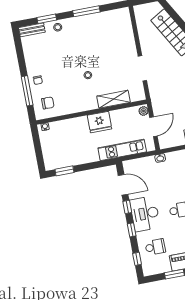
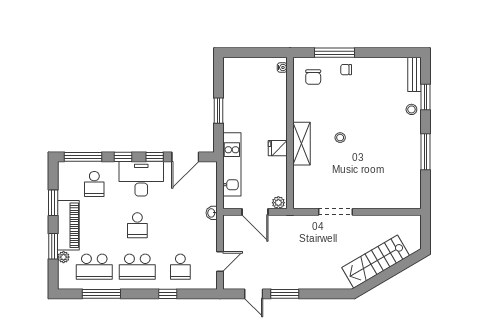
shelving: (114, 99) -> (302, 144), moved
fridge: (100, 122) -> (278, 148), width x0.53, depth x0.75
window: (64, 171) -> (219, 111), moved
window: (137, 259) -> (83, 157), width x2.17

